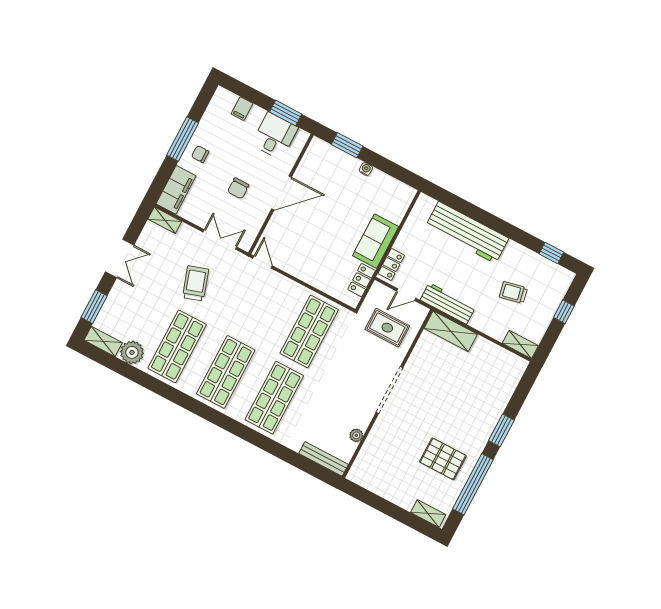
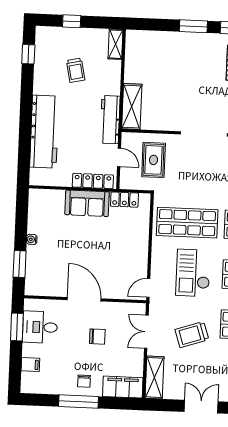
shelving: (165, 220) -> (154, 377), width x1.50, depth x1.33
locker: (391, 264) -> (93, 181), width x1.53
checkout: (256, 314) -> (193, 273), added

